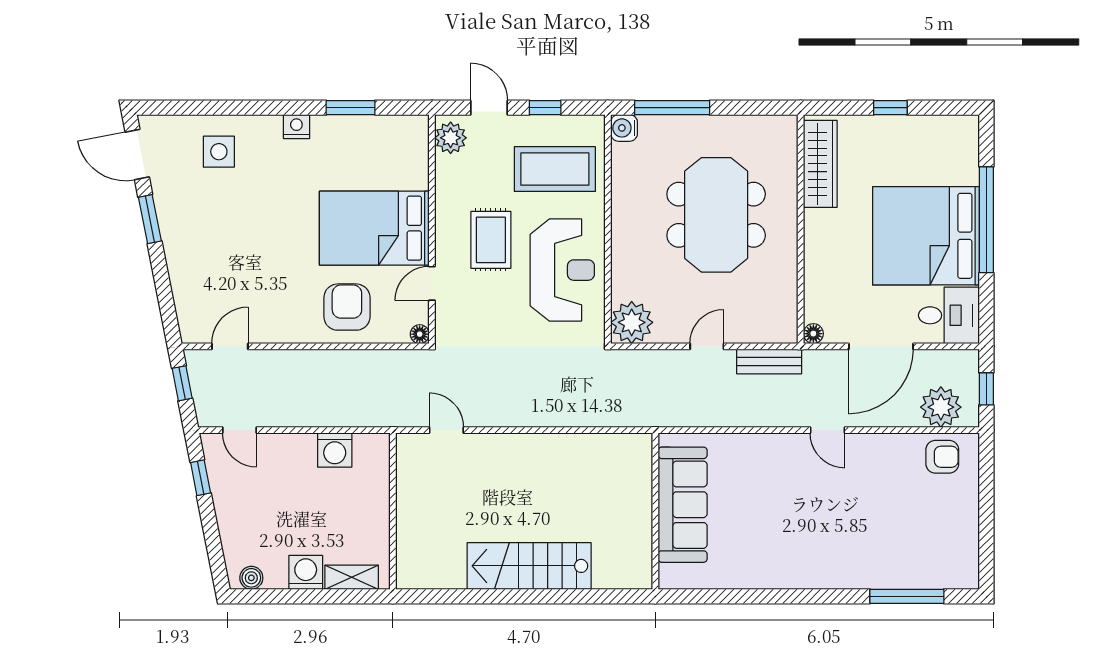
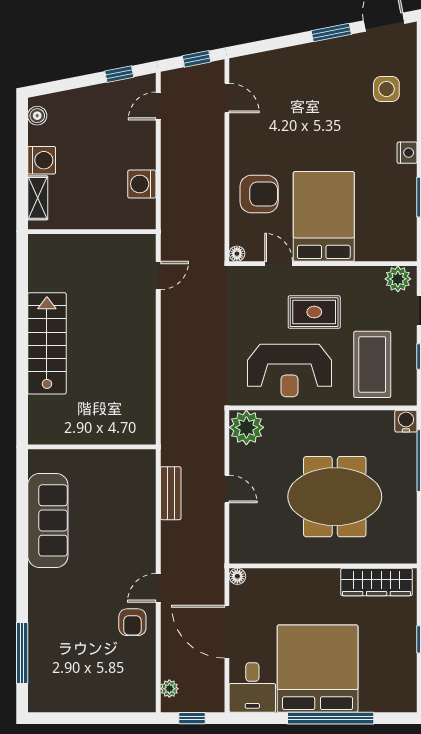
bench: (769, 362) -> (171, 493), moved
plant: (941, 407) -> (169, 689), width x0.53, depth x0.53
armchair: (942, 457) -> (132, 622), moved
sofa: (683, 505) -> (48, 520), moved, turned -90

